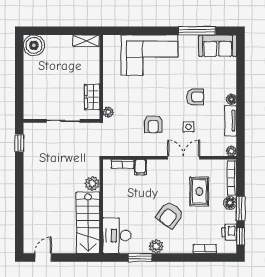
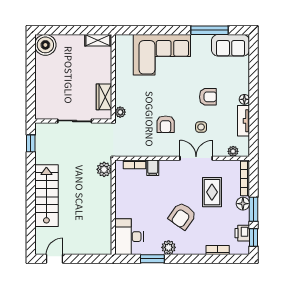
plant: (231, 151) -> (233, 151), moved
plant: (92, 183) -> (104, 169), moved
stairs: (88, 223) -> (46, 196), moved, turned 180

